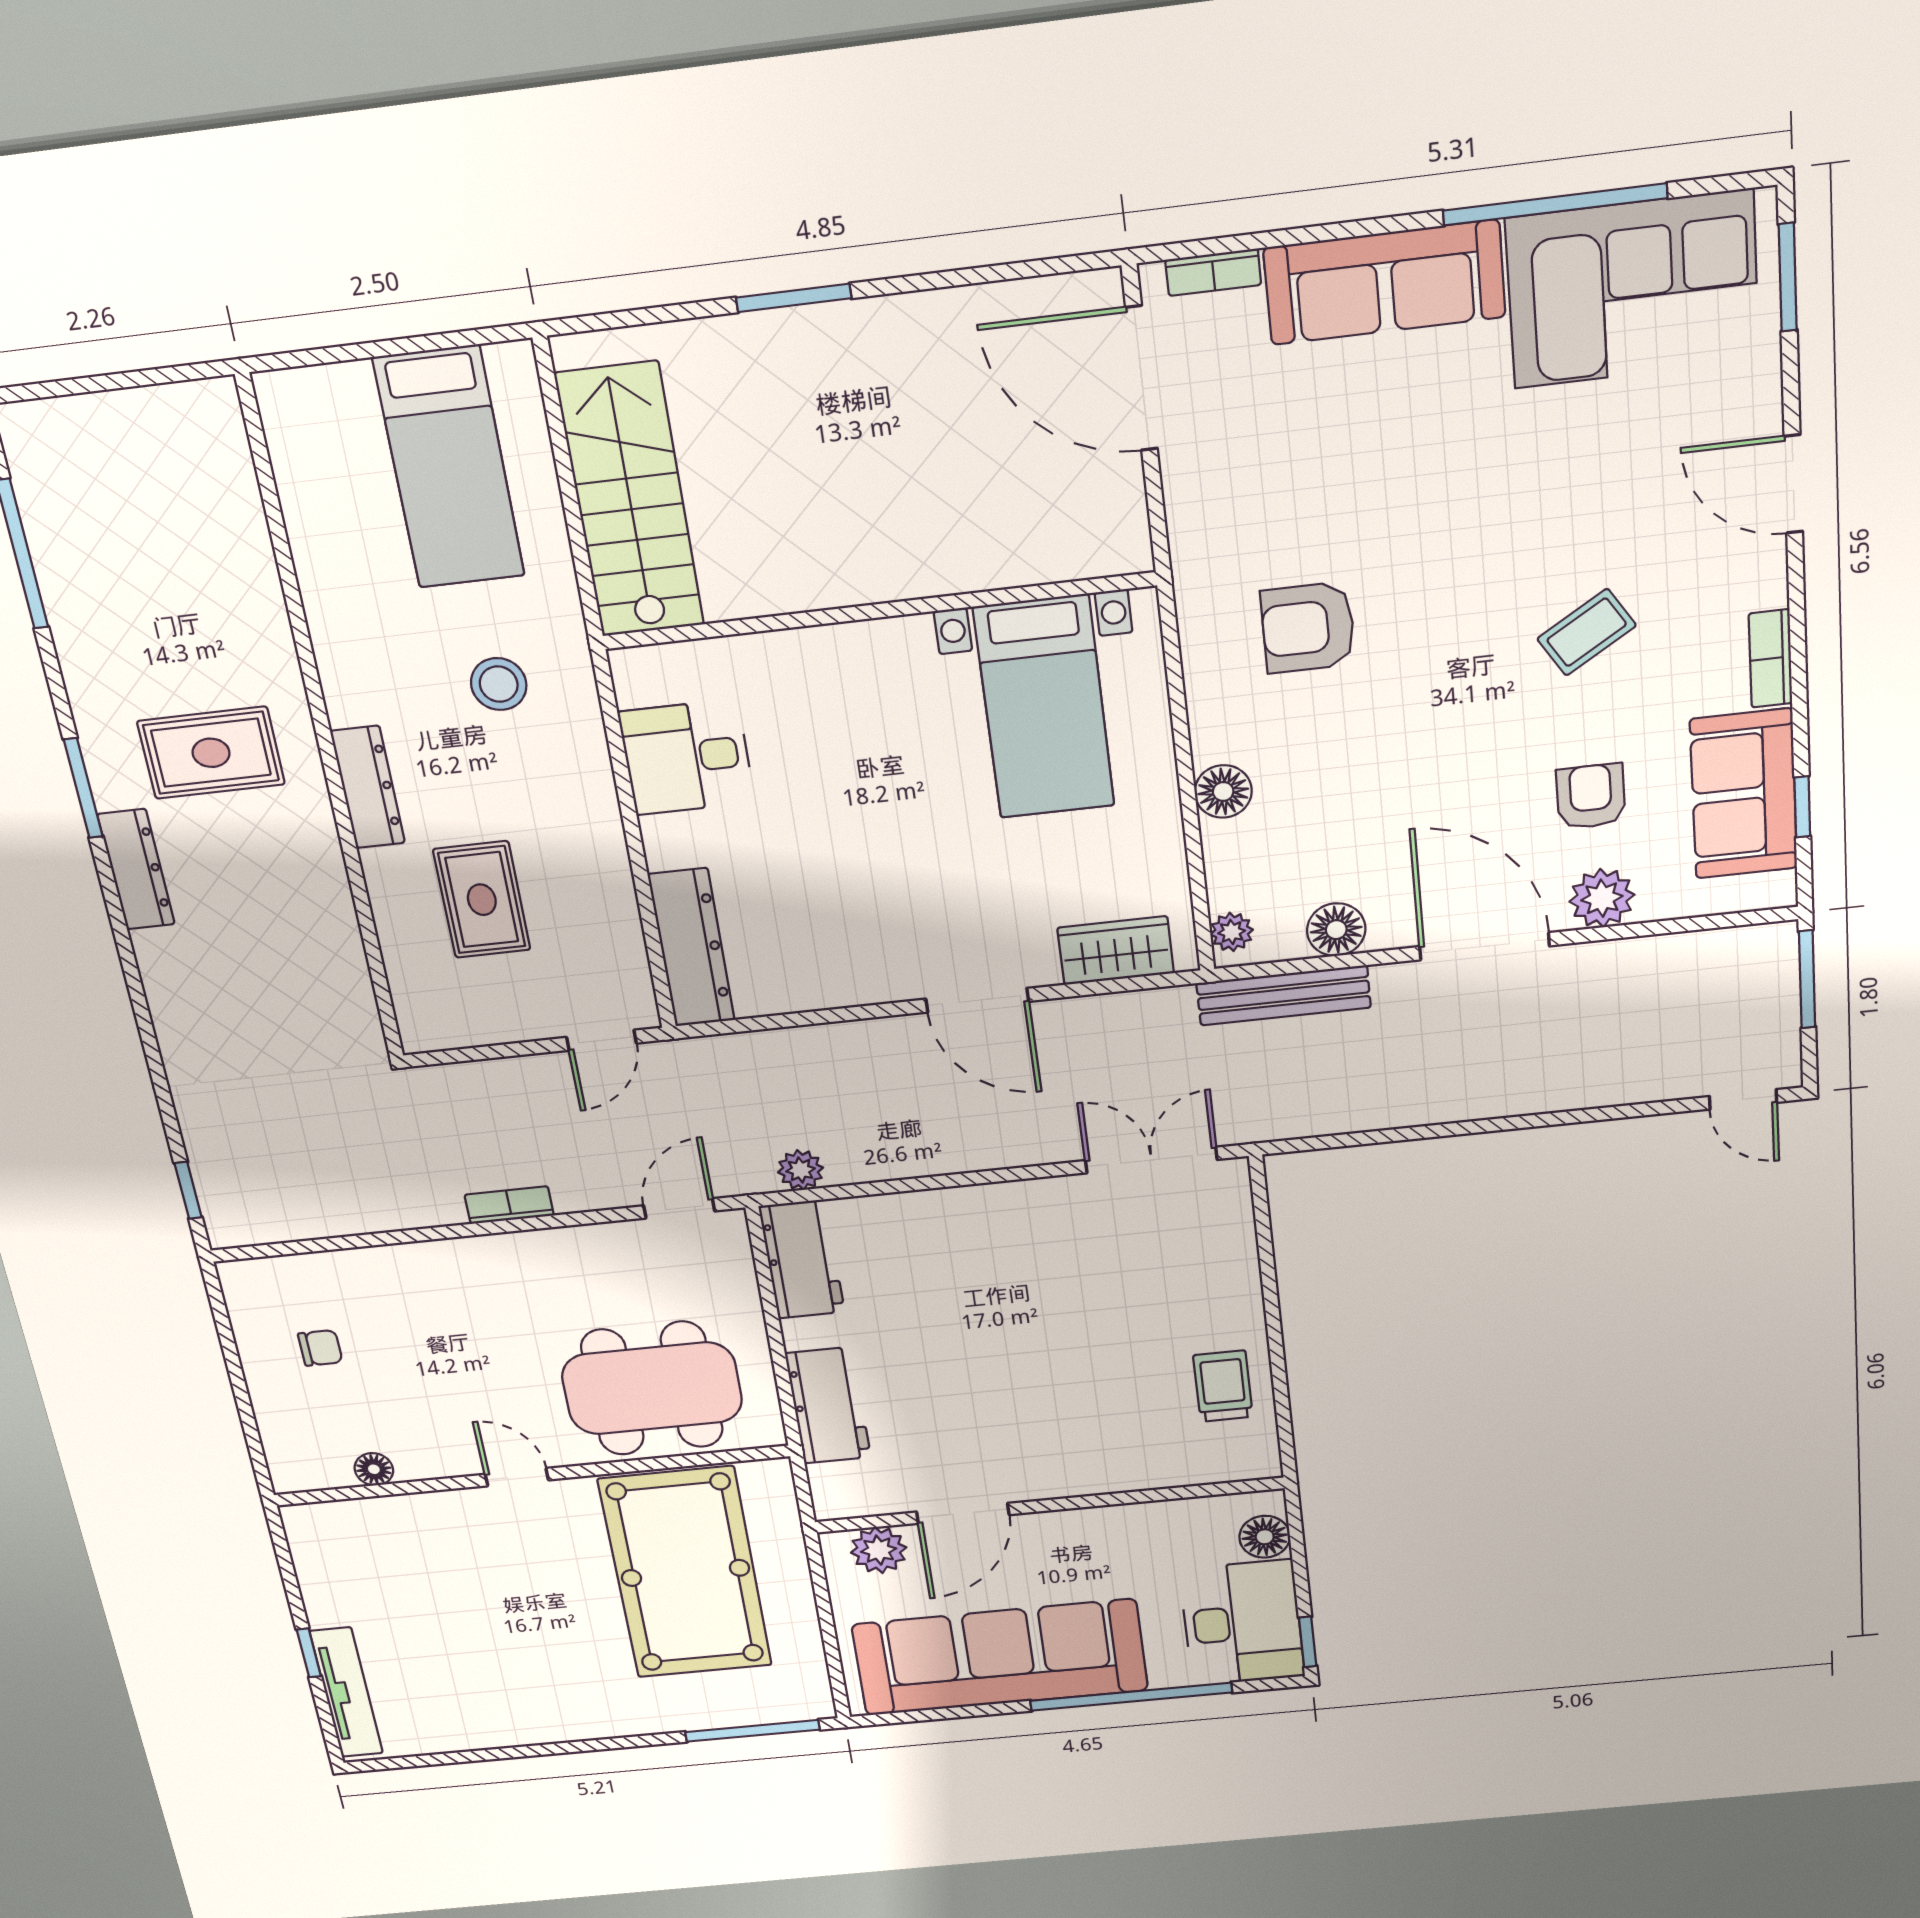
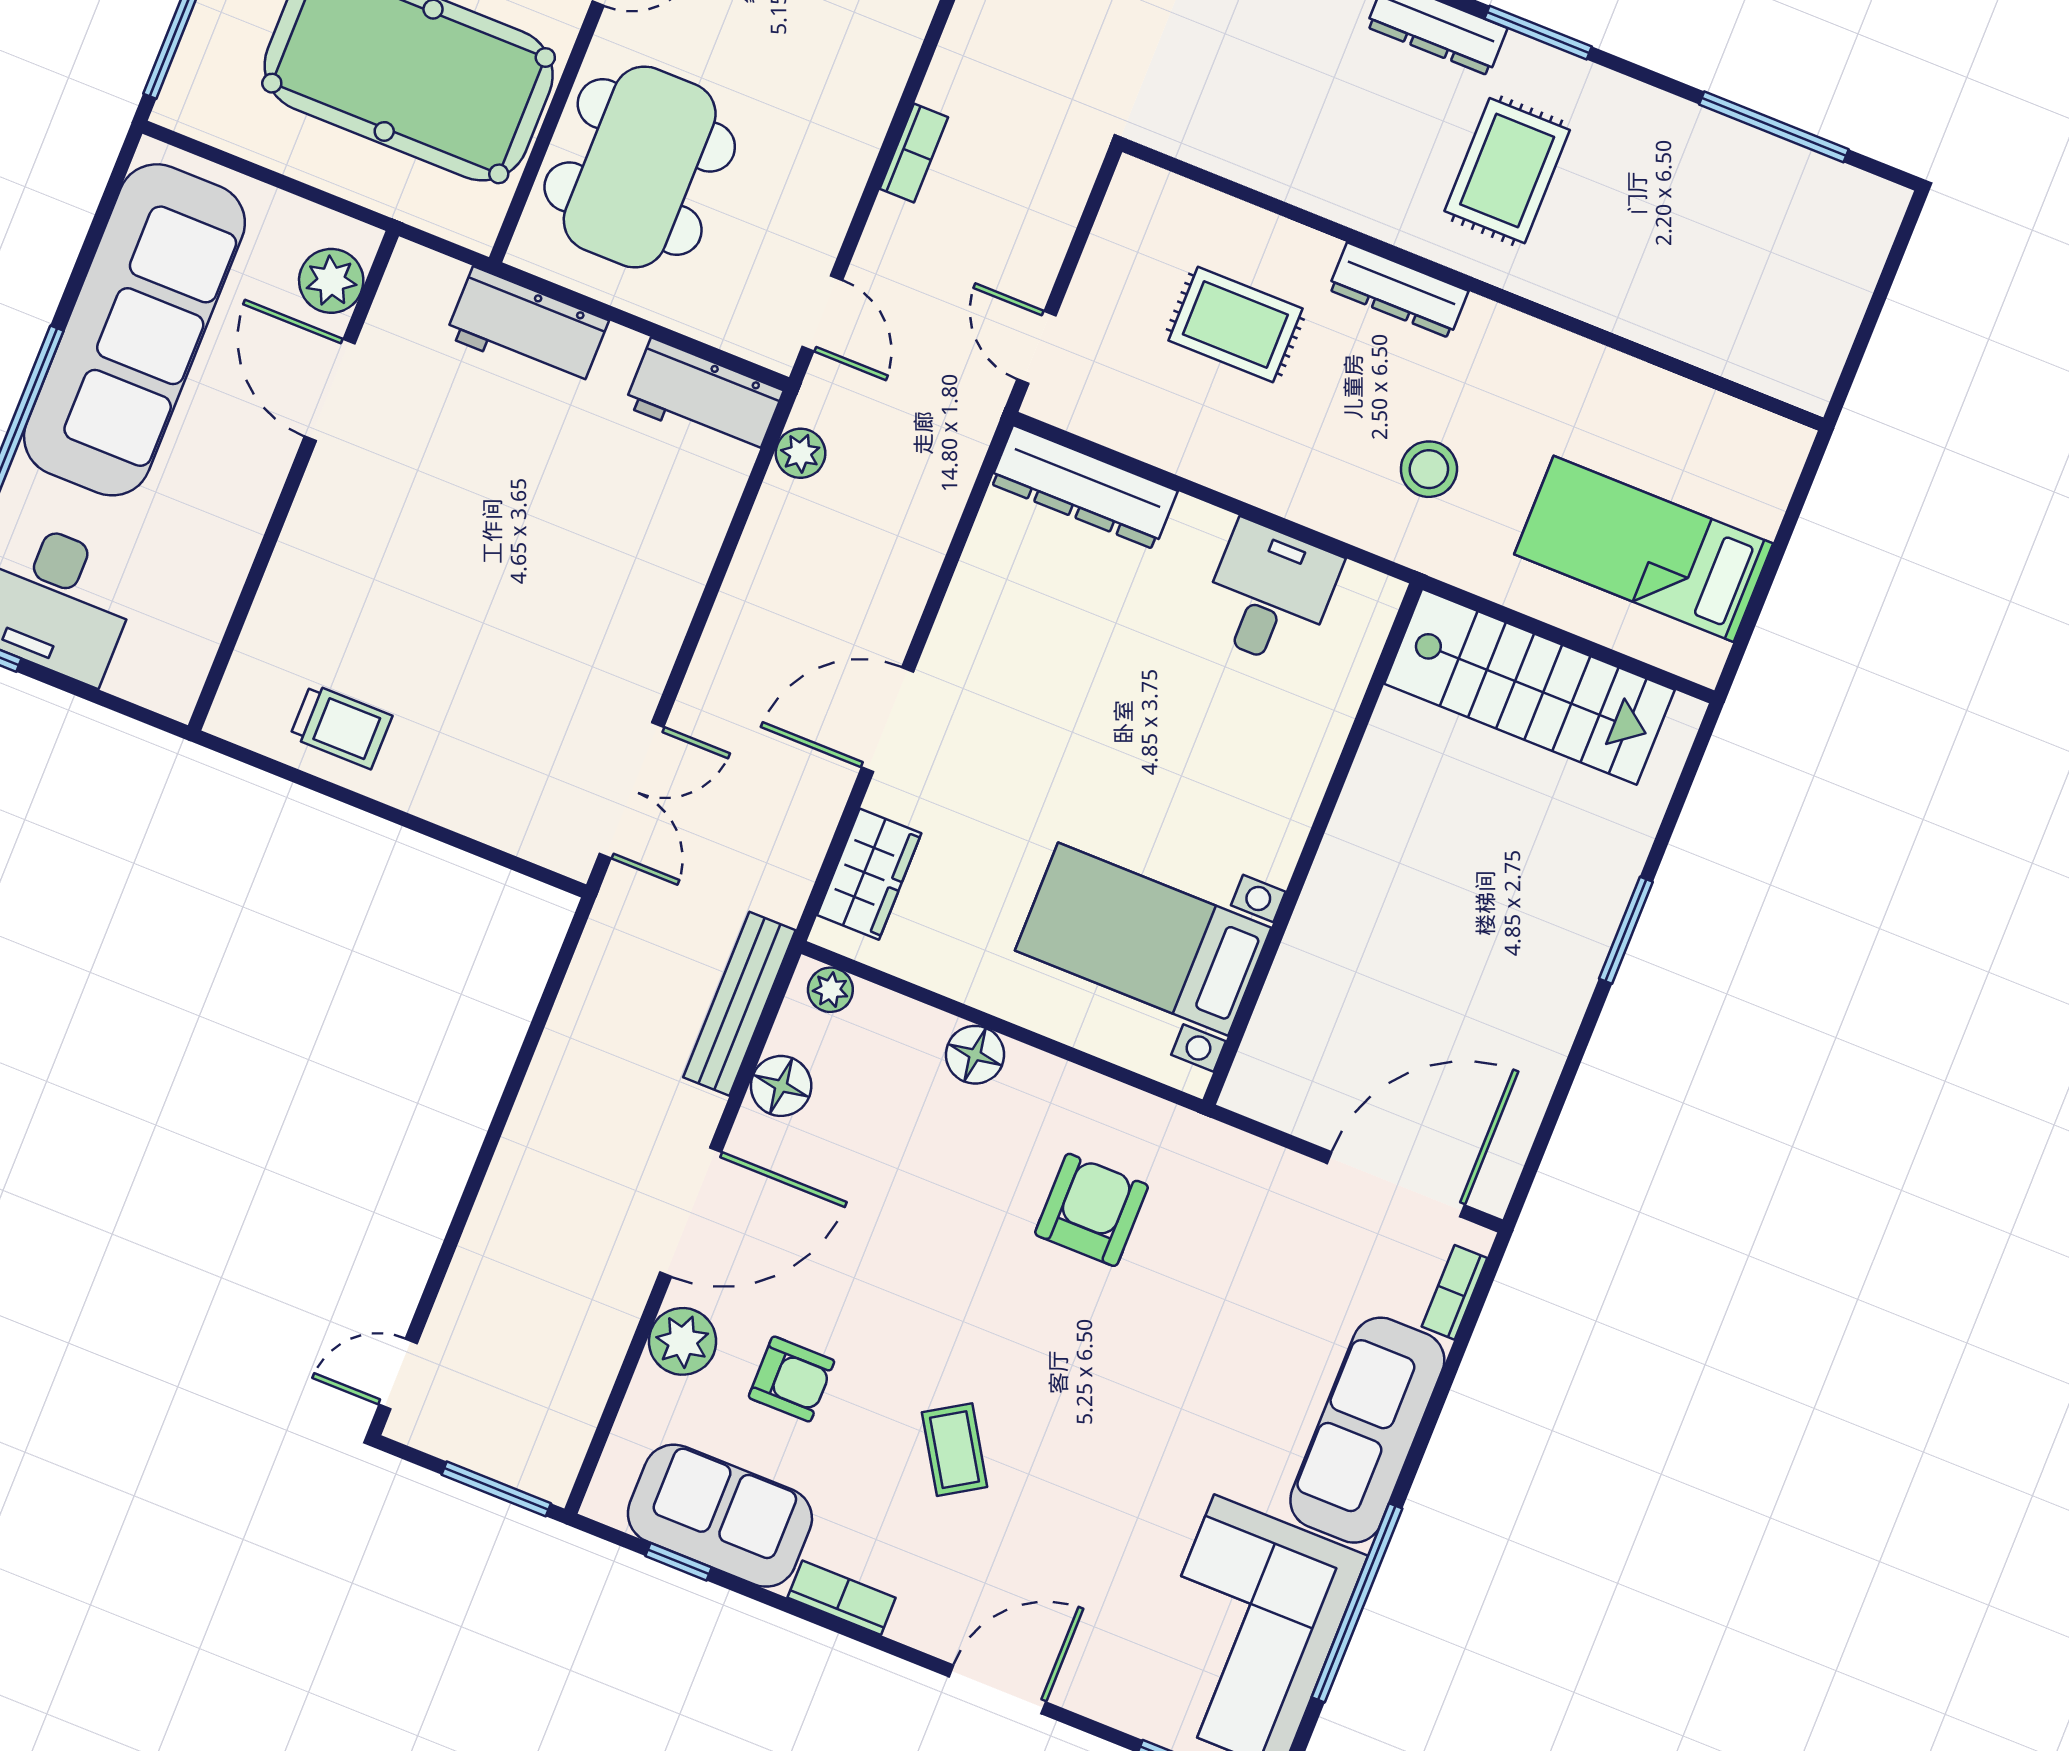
floor lamp: (1265, 1537) -> (140, 675), removed

